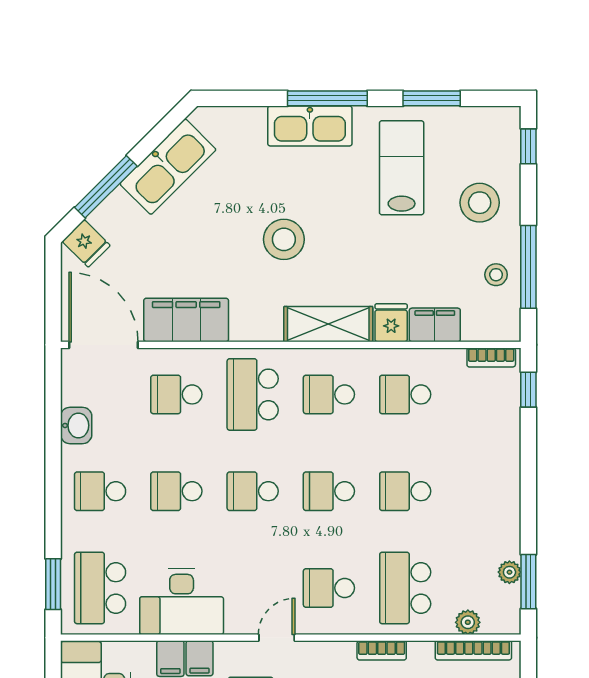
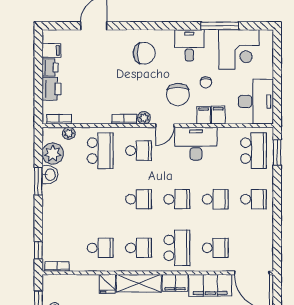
filing cabinet: (435, 325) -> (175, 283), moved
washbasin: (76, 425) -> (50, 175), moved, turned 180
school desk: (405, 491) -> (100, 199), removed
plant: (509, 572) -> (53, 154), width x1.87, depth x1.87
window: (528, 582) -> (38, 181), moved
desk: (182, 602) -> (196, 144), moved
bookcase: (382, 650) -> (124, 119), moved
bookcase: (473, 650) -> (59, 119), width x0.64
plant: (318, 653) -> (144, 118), added

